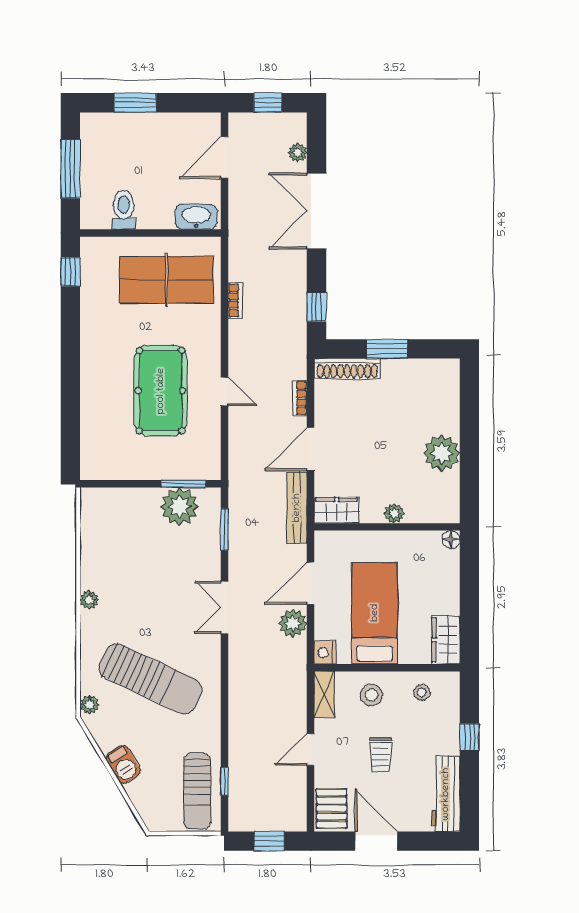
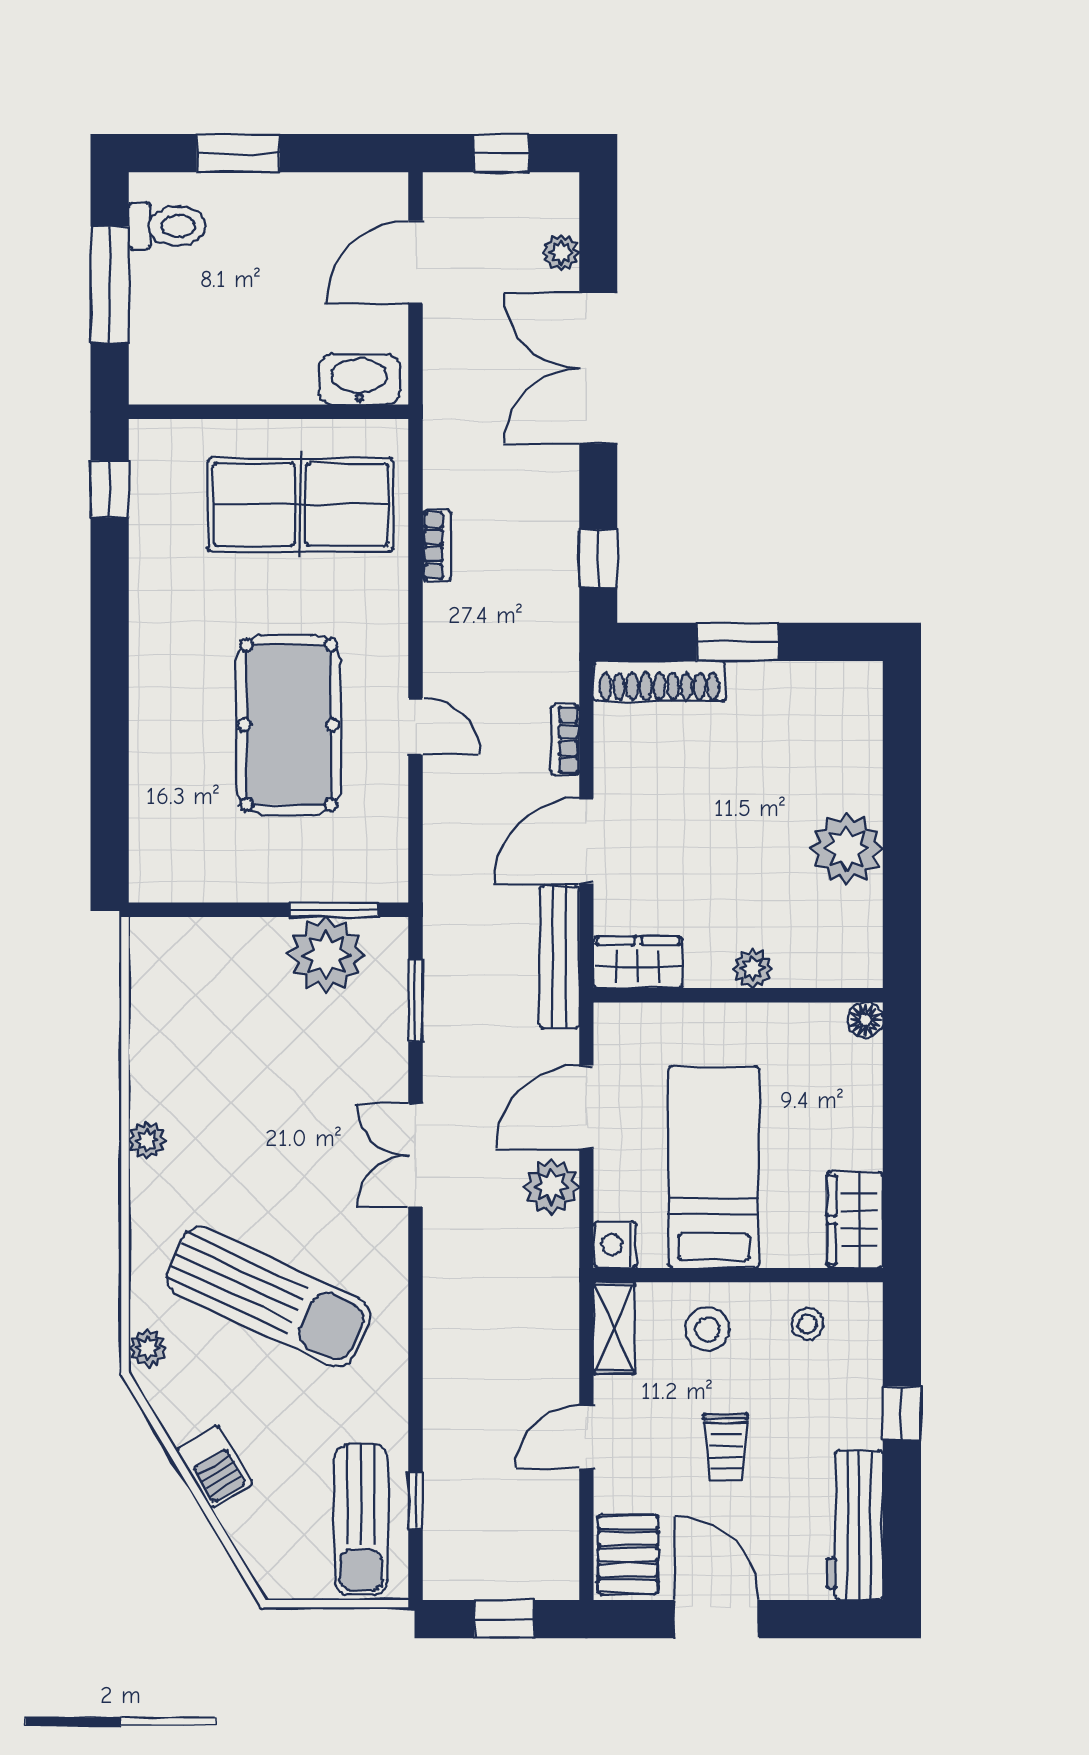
toilet: (124, 210) -> (167, 226), moved, turned 90

